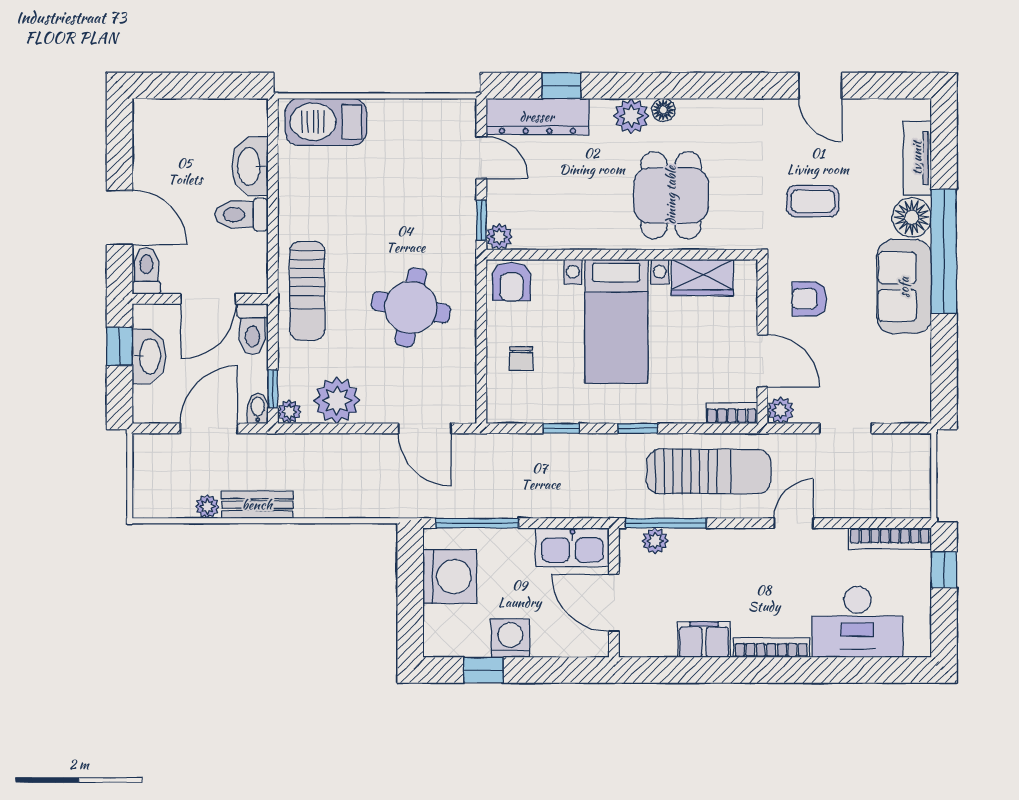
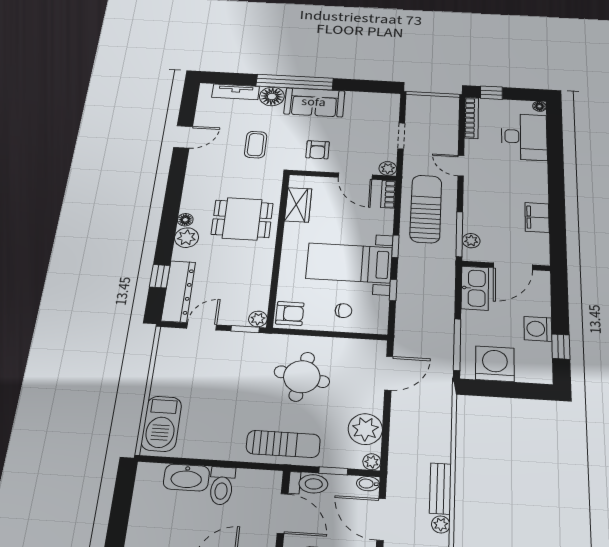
bed with nightstands: (616, 321) -> (349, 263), moved, turned 180
door: (762, 361) -> (355, 176), swing flipped
window: (273, 389) -> (333, 471), moved
floor lamp: (921, 647) -> (539, 106), added
bookcase: (771, 648) -> (541, 182), removed

